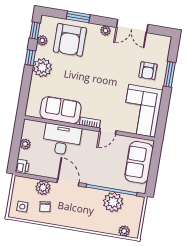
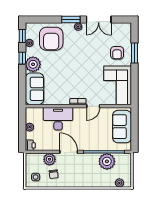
window: (78, 17) -> (71, 19), moved
sofa: (61, 110) -> (35, 89), moved, turned 90

